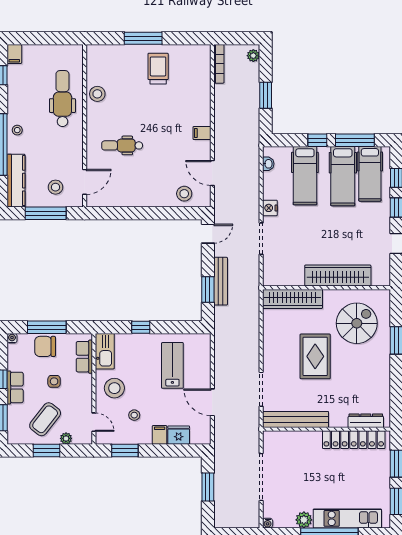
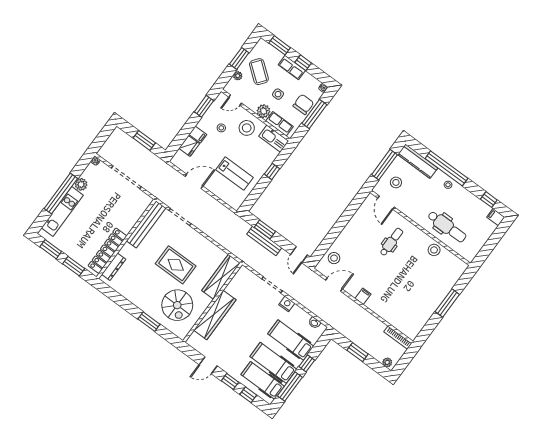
trolley: (158, 69) -> (422, 298), removed
plant: (83, 383) -> (264, 111), added

